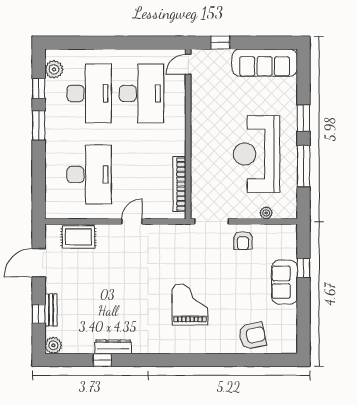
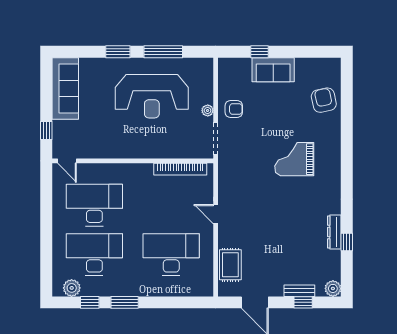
plant: (266, 213) -> (208, 110), moved

